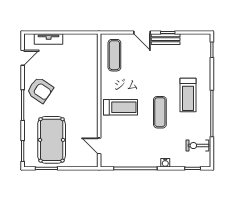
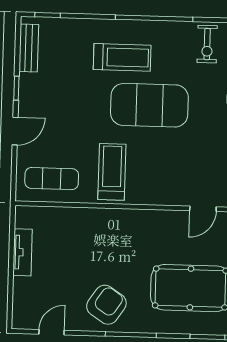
tv unit: (49, 39) -> (23, 252), moved
bench: (166, 39) -> (29, 48), moved
door: (23, 58) -> (52, 332), hinge flipped
treadmill: (121, 107) -> (112, 172), moved
exercise mat: (160, 112) -> (149, 105), width x2.00, depth x1.45

